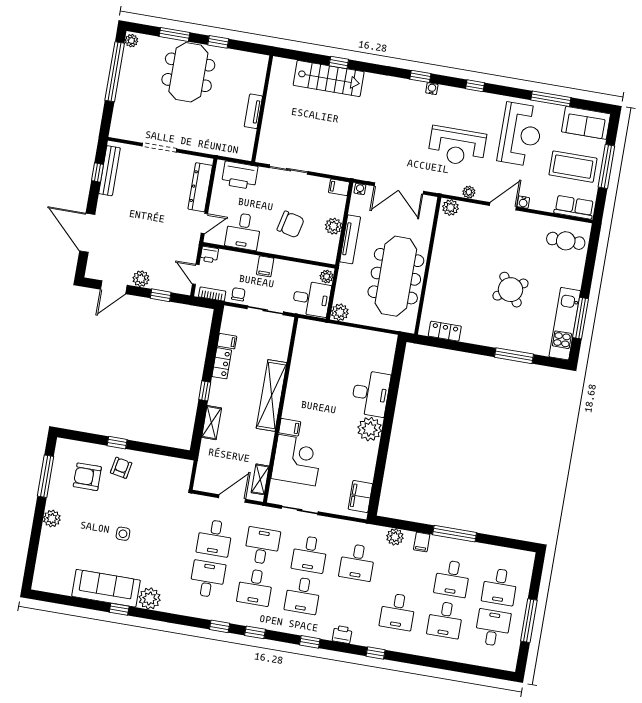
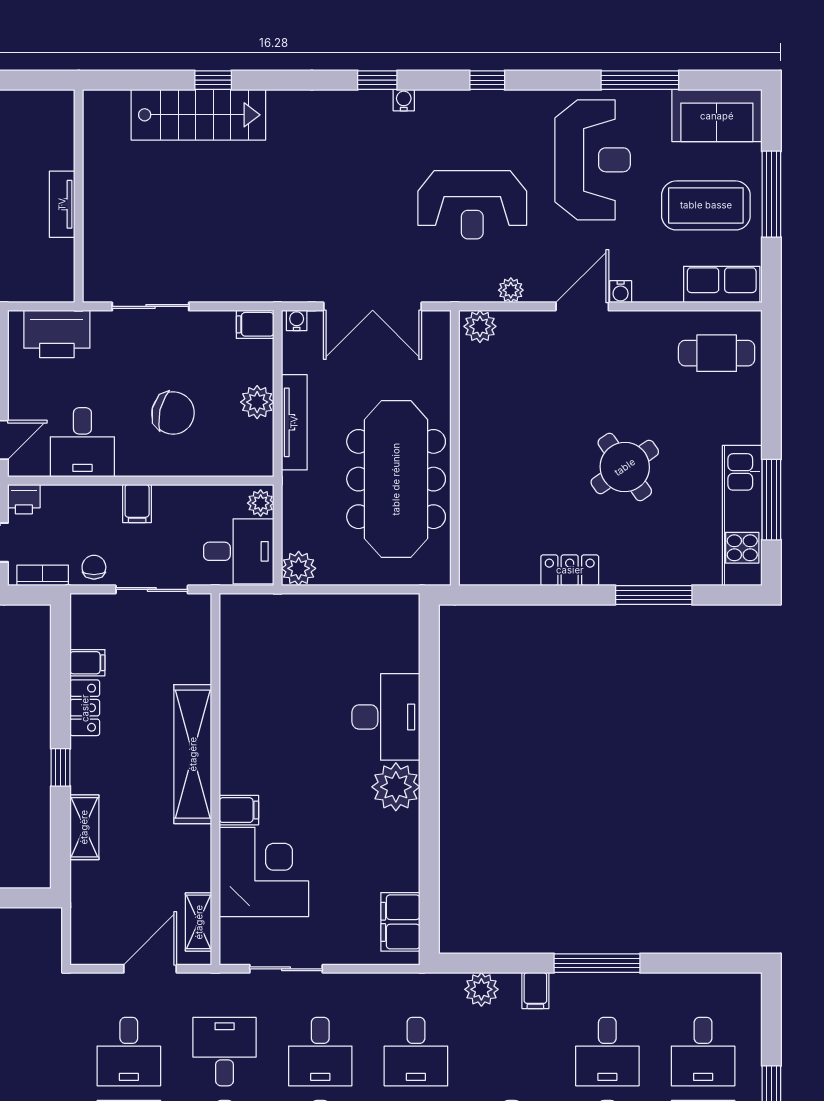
locker: (445, 331) -> (570, 570), moved

